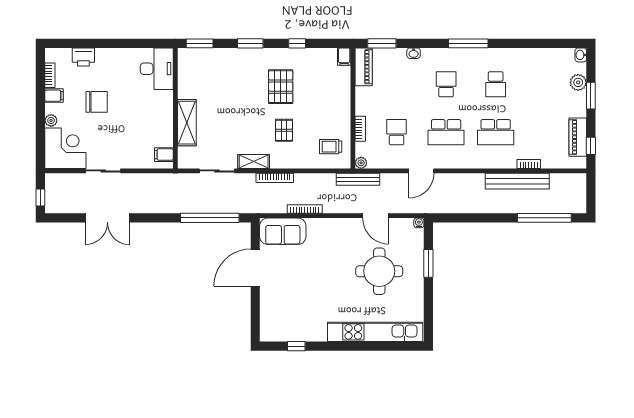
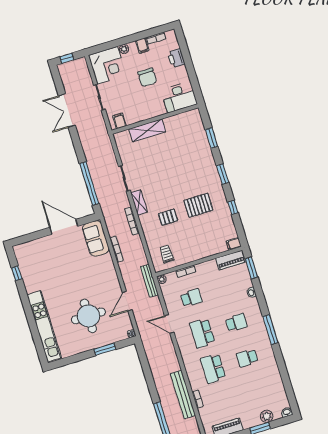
desk: (157, 69) -> (179, 97), moved
wall: (175, 108) -> (155, 119), moved
shelving: (187, 123) -> (147, 130), moved
filing cabinet: (164, 155) -> (119, 121), moved

